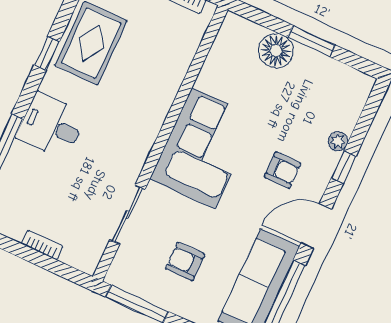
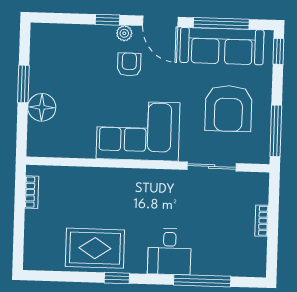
plant: (338, 141) -> (124, 33), moved
armchair: (185, 261) -> (228, 108), width x1.88, depth x1.88

